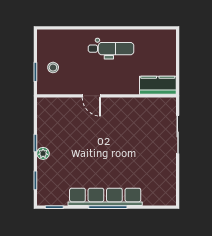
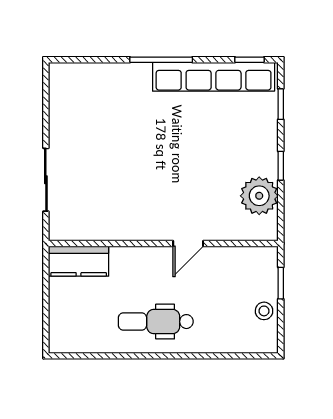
stool: (53, 68) -> (264, 311), moved
door: (91, 96) -> (188, 243), swing flipped
plant: (43, 153) -> (259, 196), moved, width x1.88, depth x1.88
row of seats: (105, 197) -> (214, 77), moved

